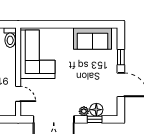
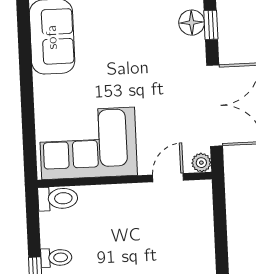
plant: (84, 111) -> (201, 163), moved

